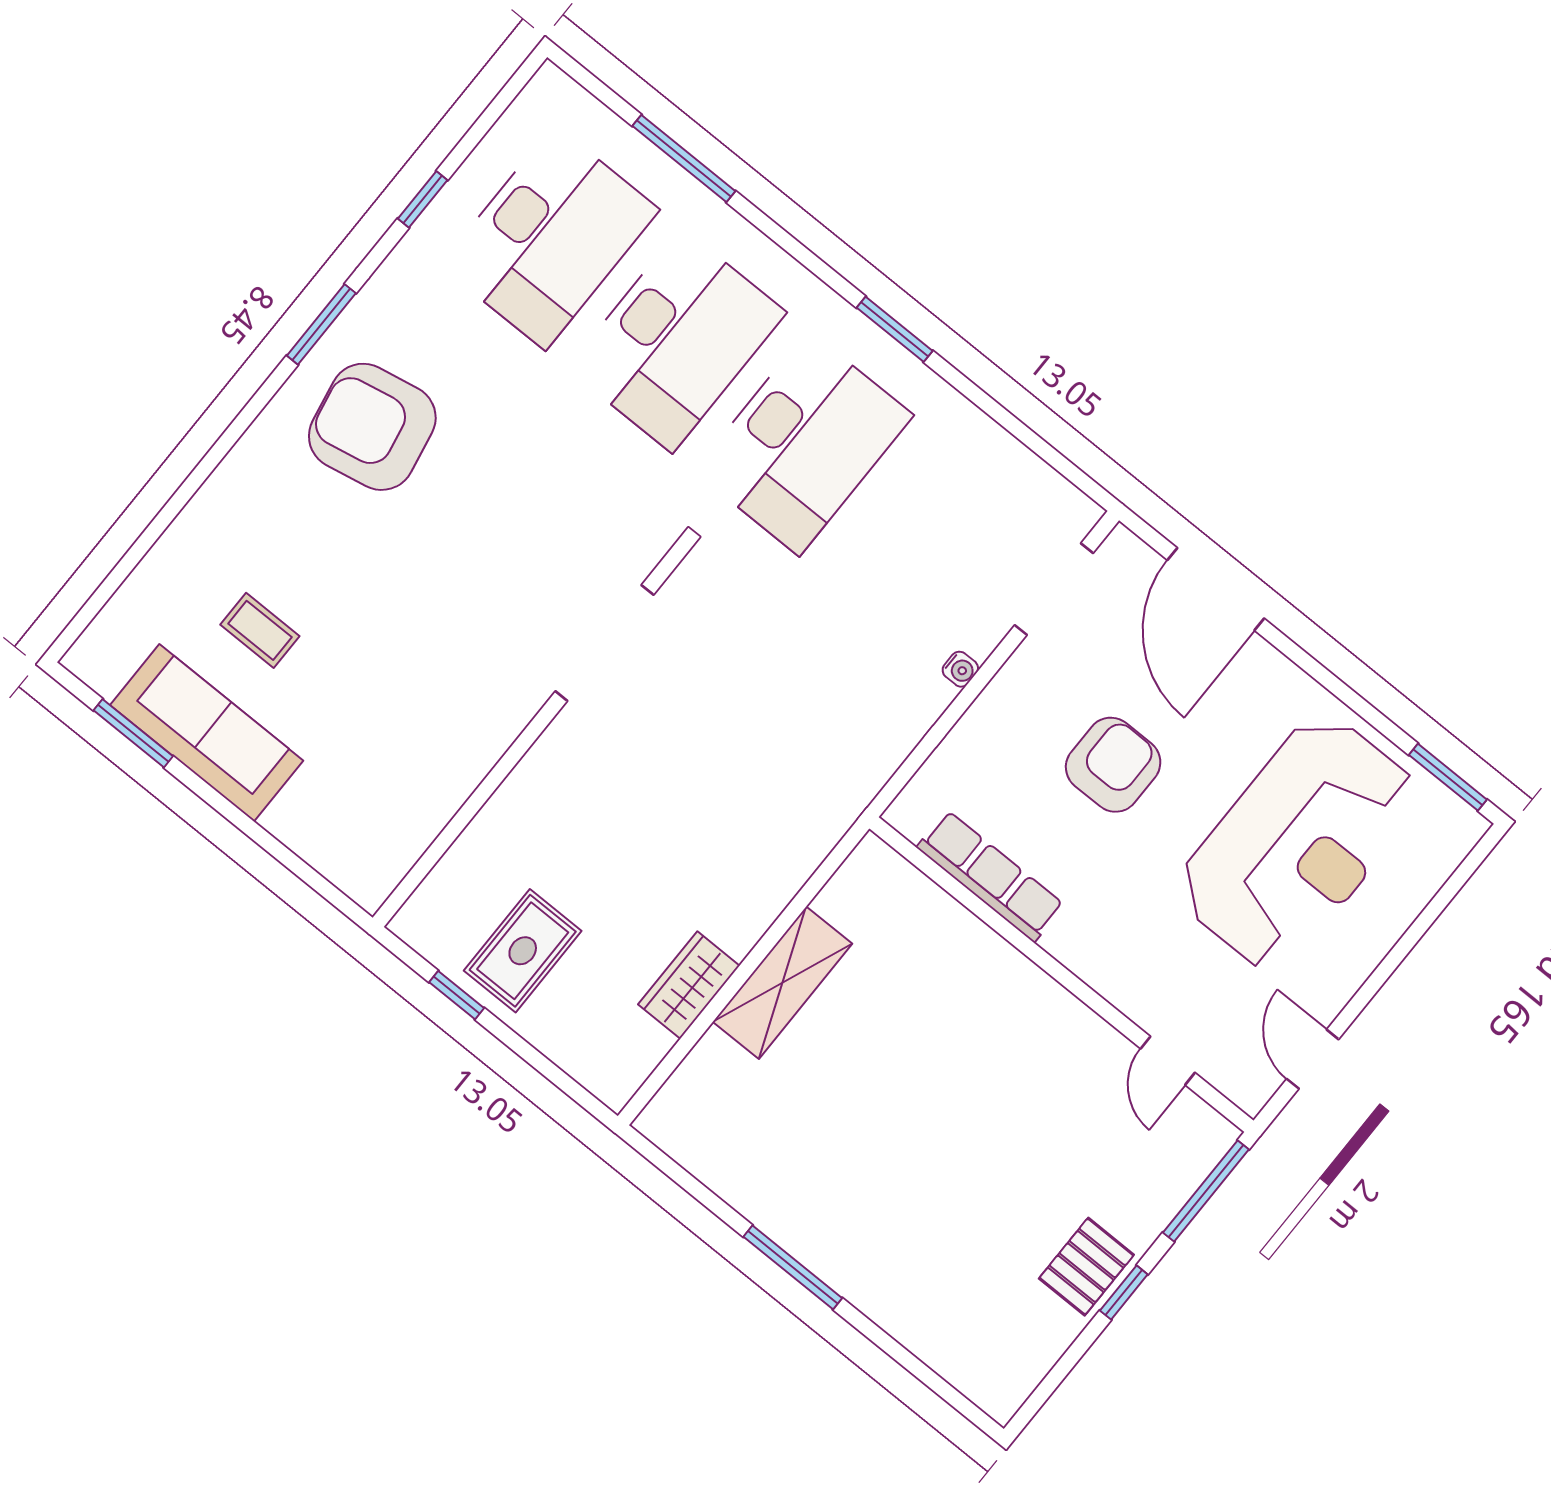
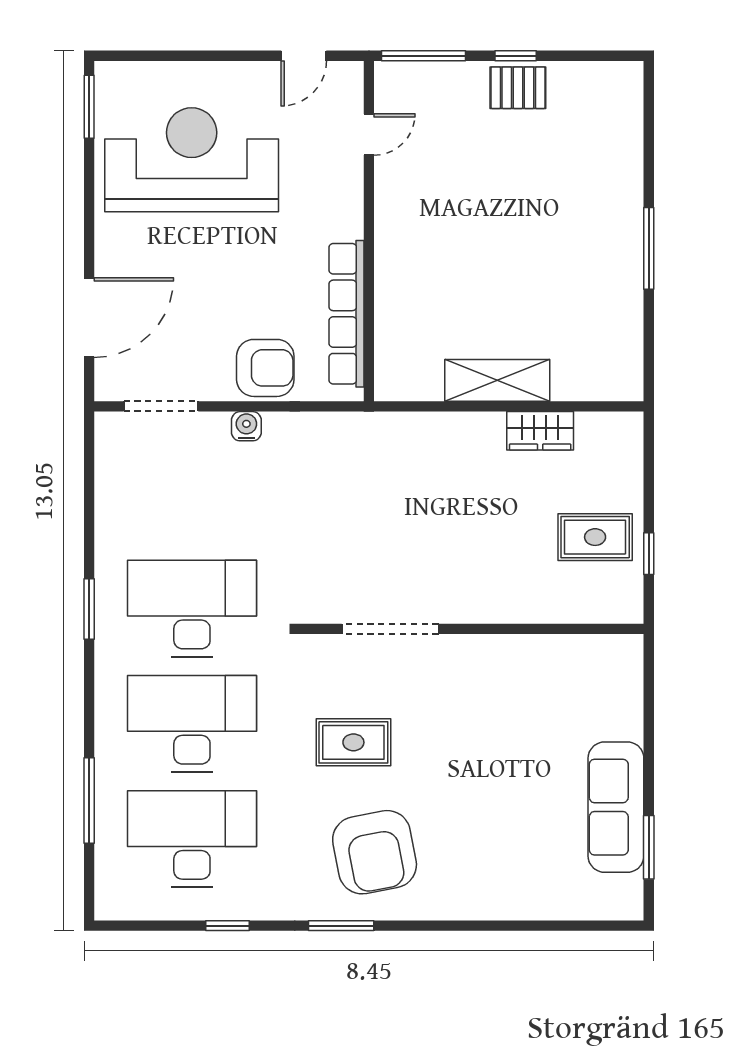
rug: (512, 501) -> (353, 742), added
coffee table: (260, 630) -> (536, 823), removed
water cooler: (960, 669) -> (246, 426), width x1.38, depth x1.38
armchair: (1113, 765) -> (265, 368), moved, turned 180
row of seats: (990, 876) -> (347, 314), width x1.36

